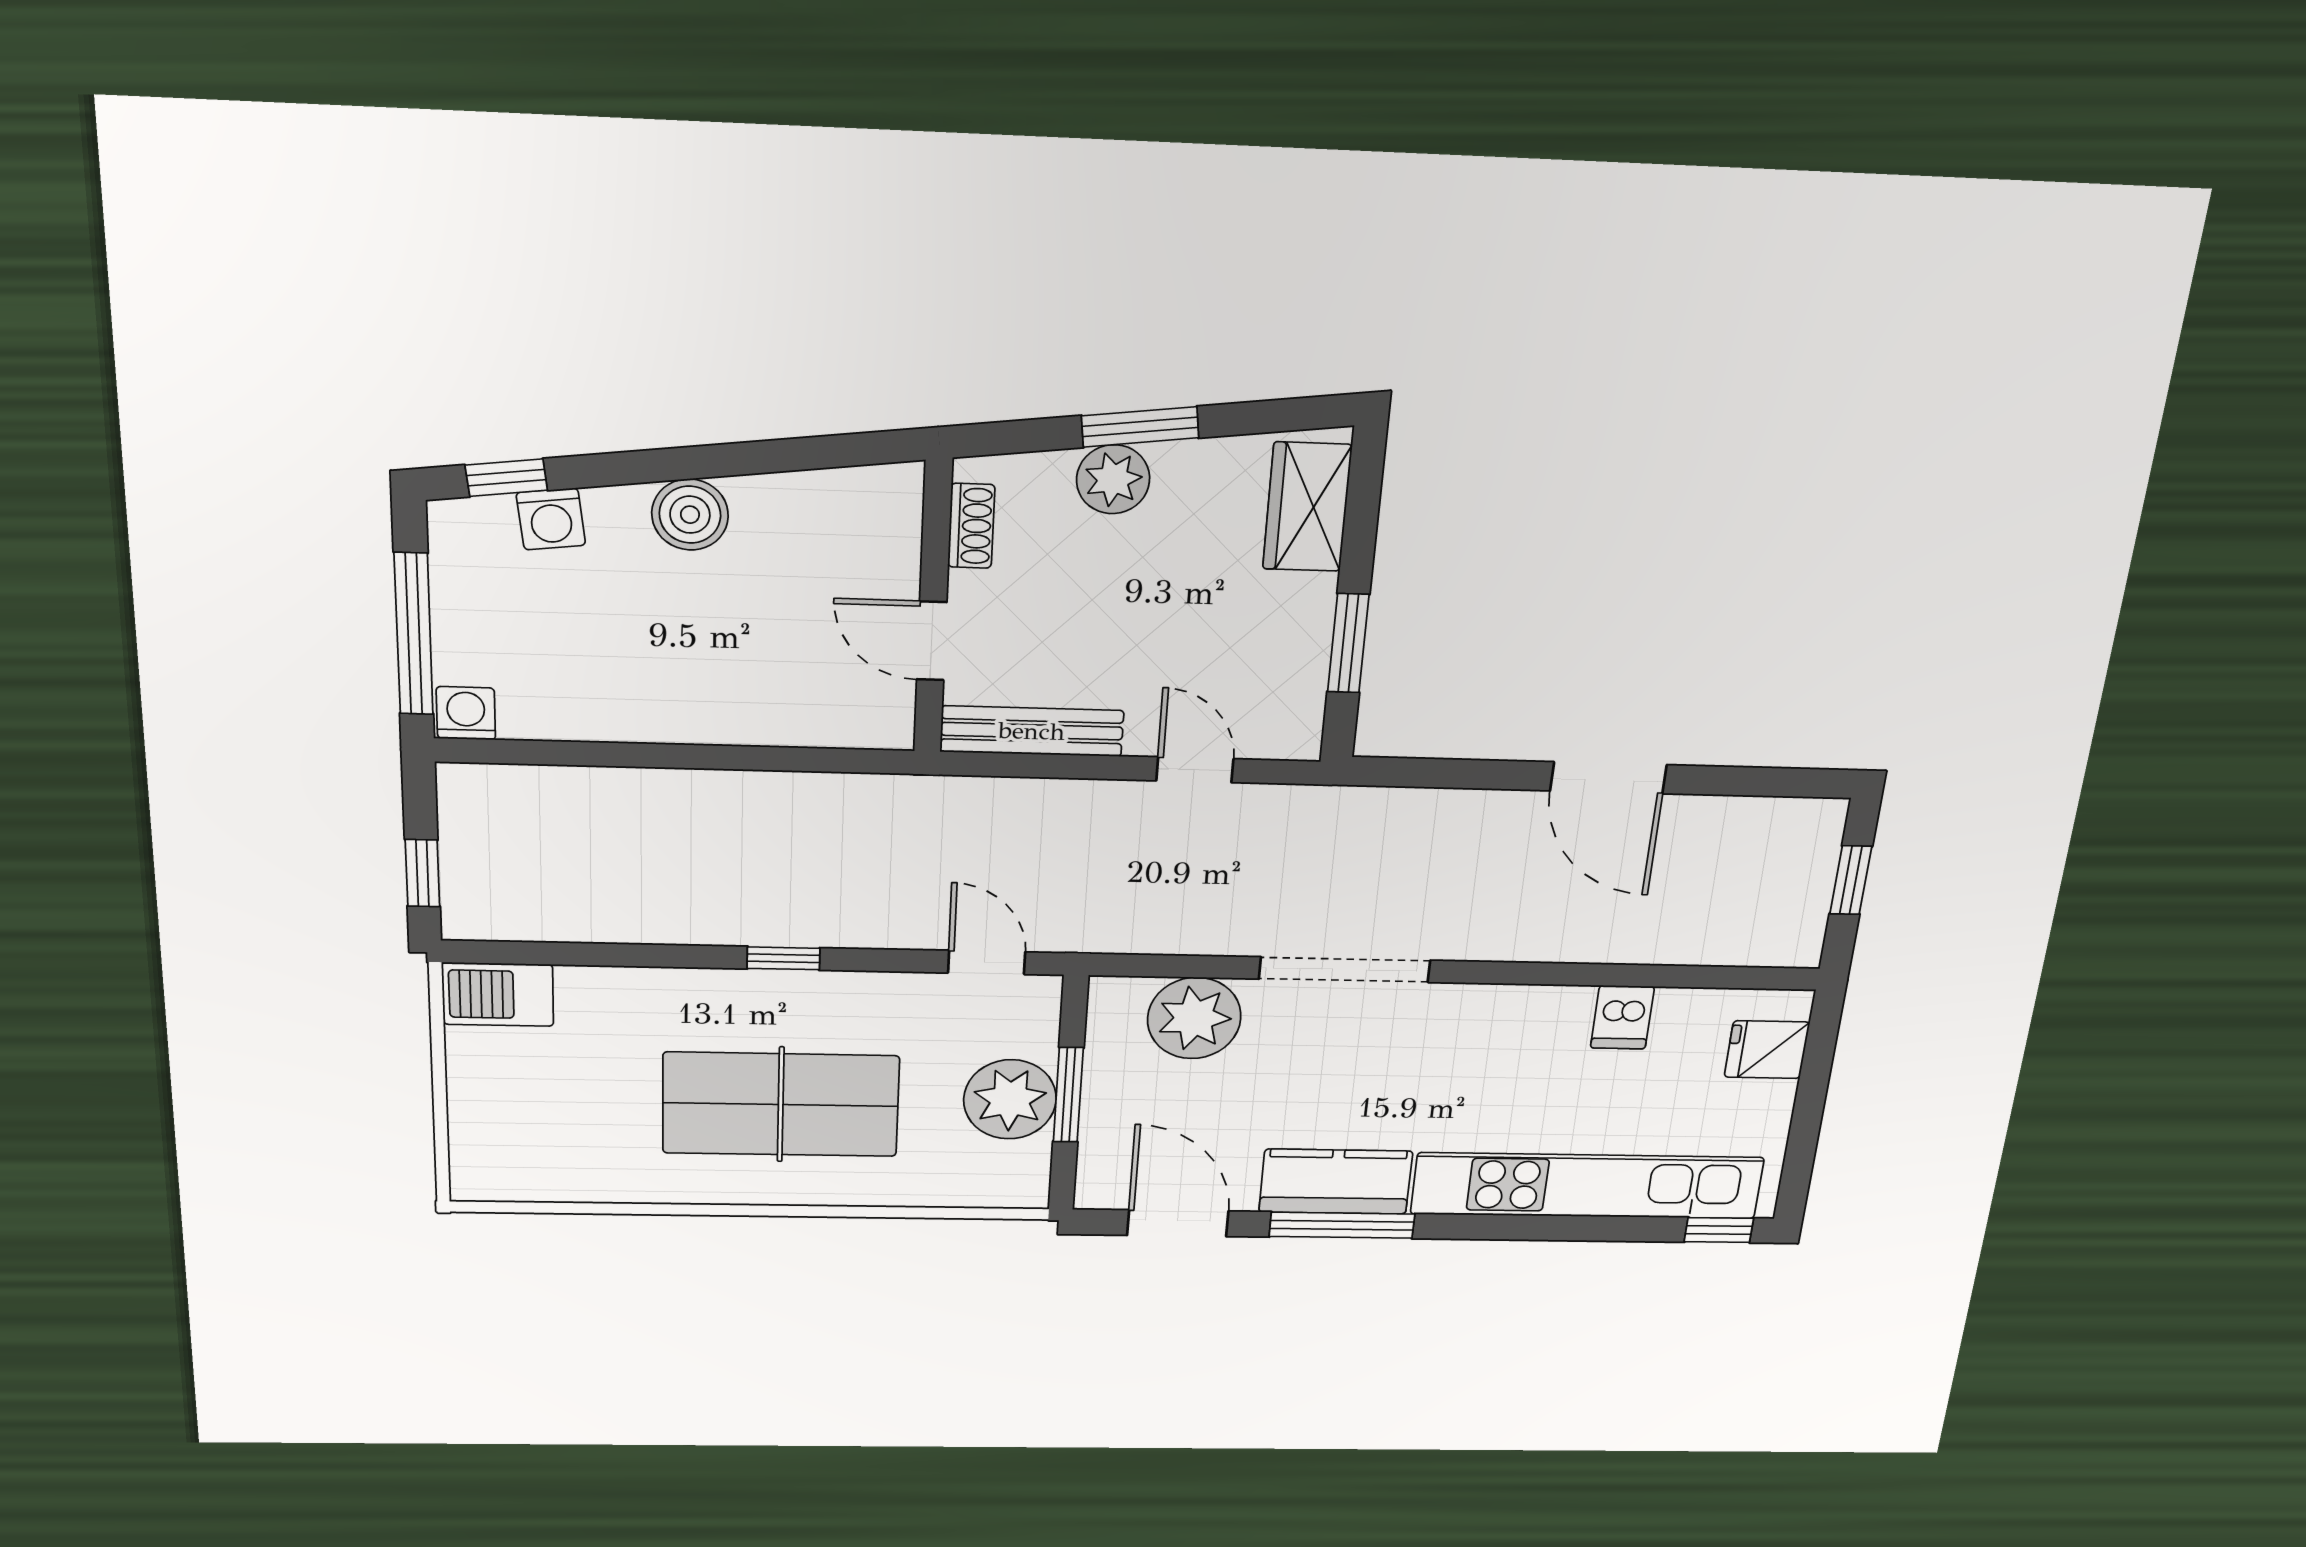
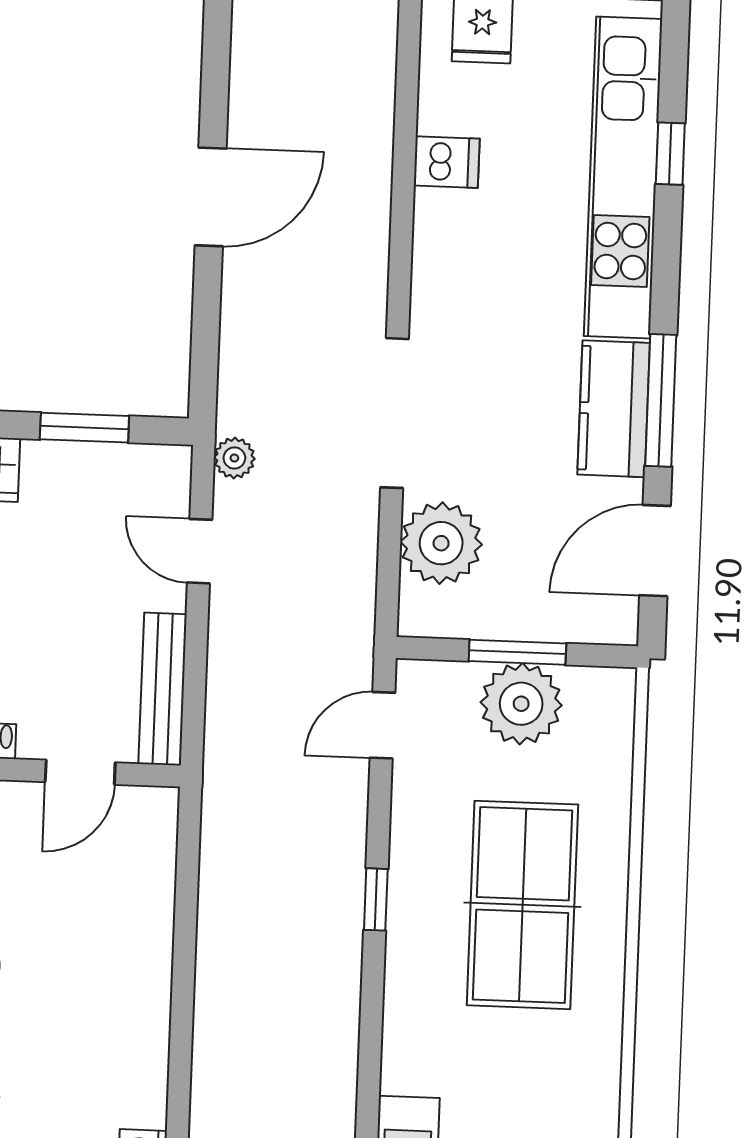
door: (1195, 770) -> (200, 551), hinge flipped
plant: (1303, 806) -> (234, 458), added
window: (1719, 1230) -> (670, 154), moved

